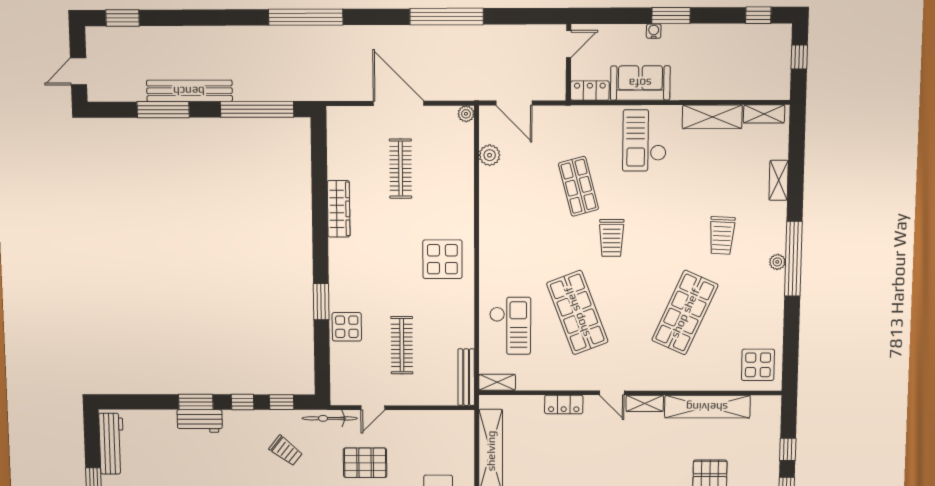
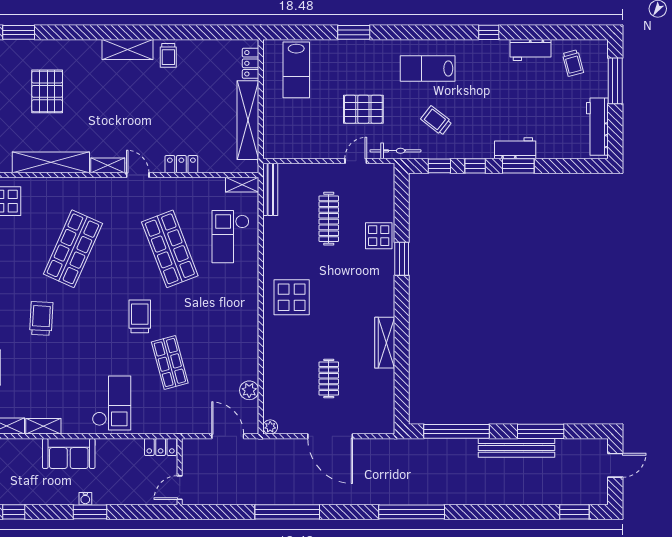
water cooler: (654, 31) -> (85, 499), moved
sofa: (640, 83) -> (69, 454), moved
shelving: (712, 117) -> (43, 426), width x0.67, depth x0.75
clothes rail: (401, 169) -> (329, 379), width x0.73

